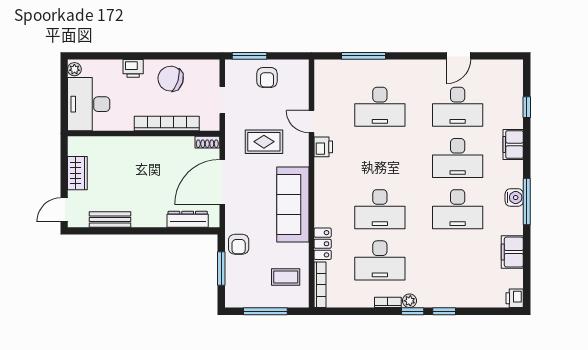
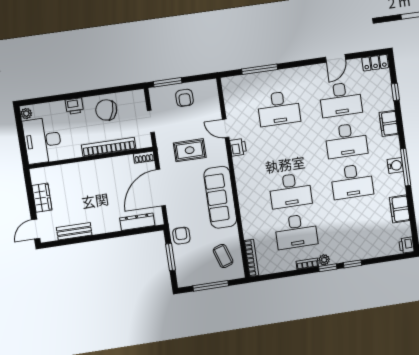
armchair: (239, 244) -> (181, 236), turned 180
locker: (323, 244) -> (375, 63), moved, turned 90
coffee table: (286, 277) -> (223, 256), turned 72

